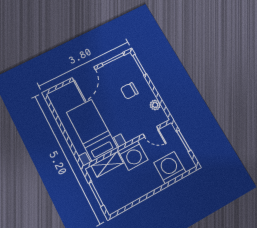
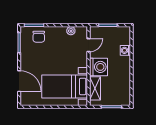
door: (84, 74) -> (19, 81), moved
chair: (129, 91) -> (39, 37), moved
washing machine: (170, 168) -> (125, 50), width x0.53, depth x0.53

